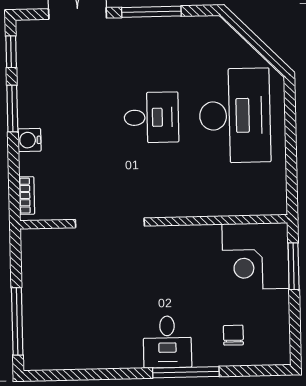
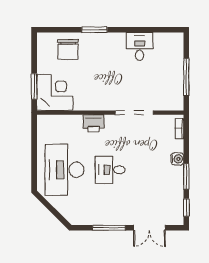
printer: (184, 202) -> (94, 123), added
window: (17, 321) -> (186, 77), moved
chair: (233, 335) -> (68, 49), width x1.87, depth x1.87
desk: (167, 342) -> (140, 47), moved
window: (186, 372) -> (94, 30), width x0.69

